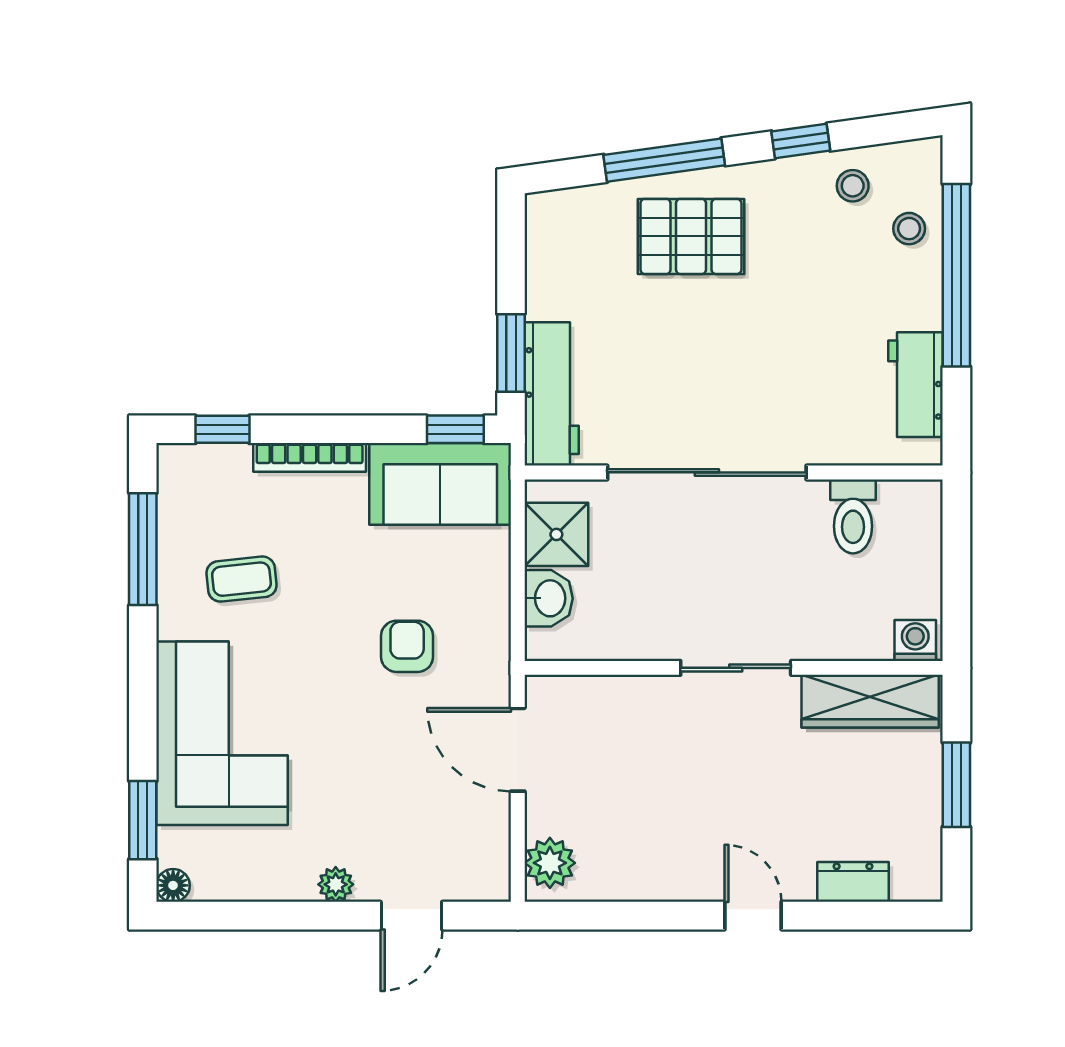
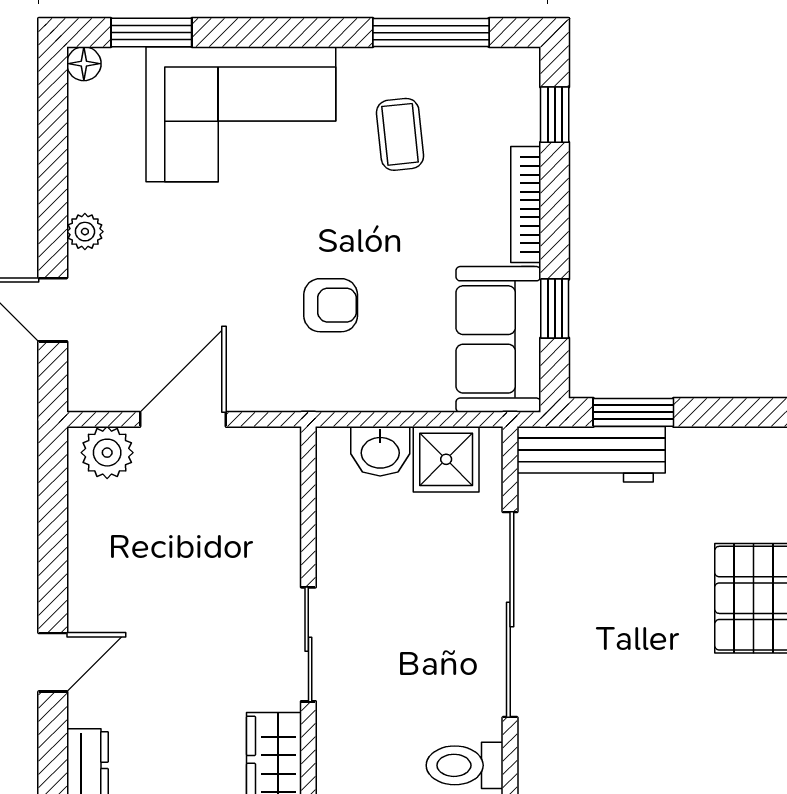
window: (455, 429) -> (555, 309), moved
door: (518, 750) -> (183, 419), moved

